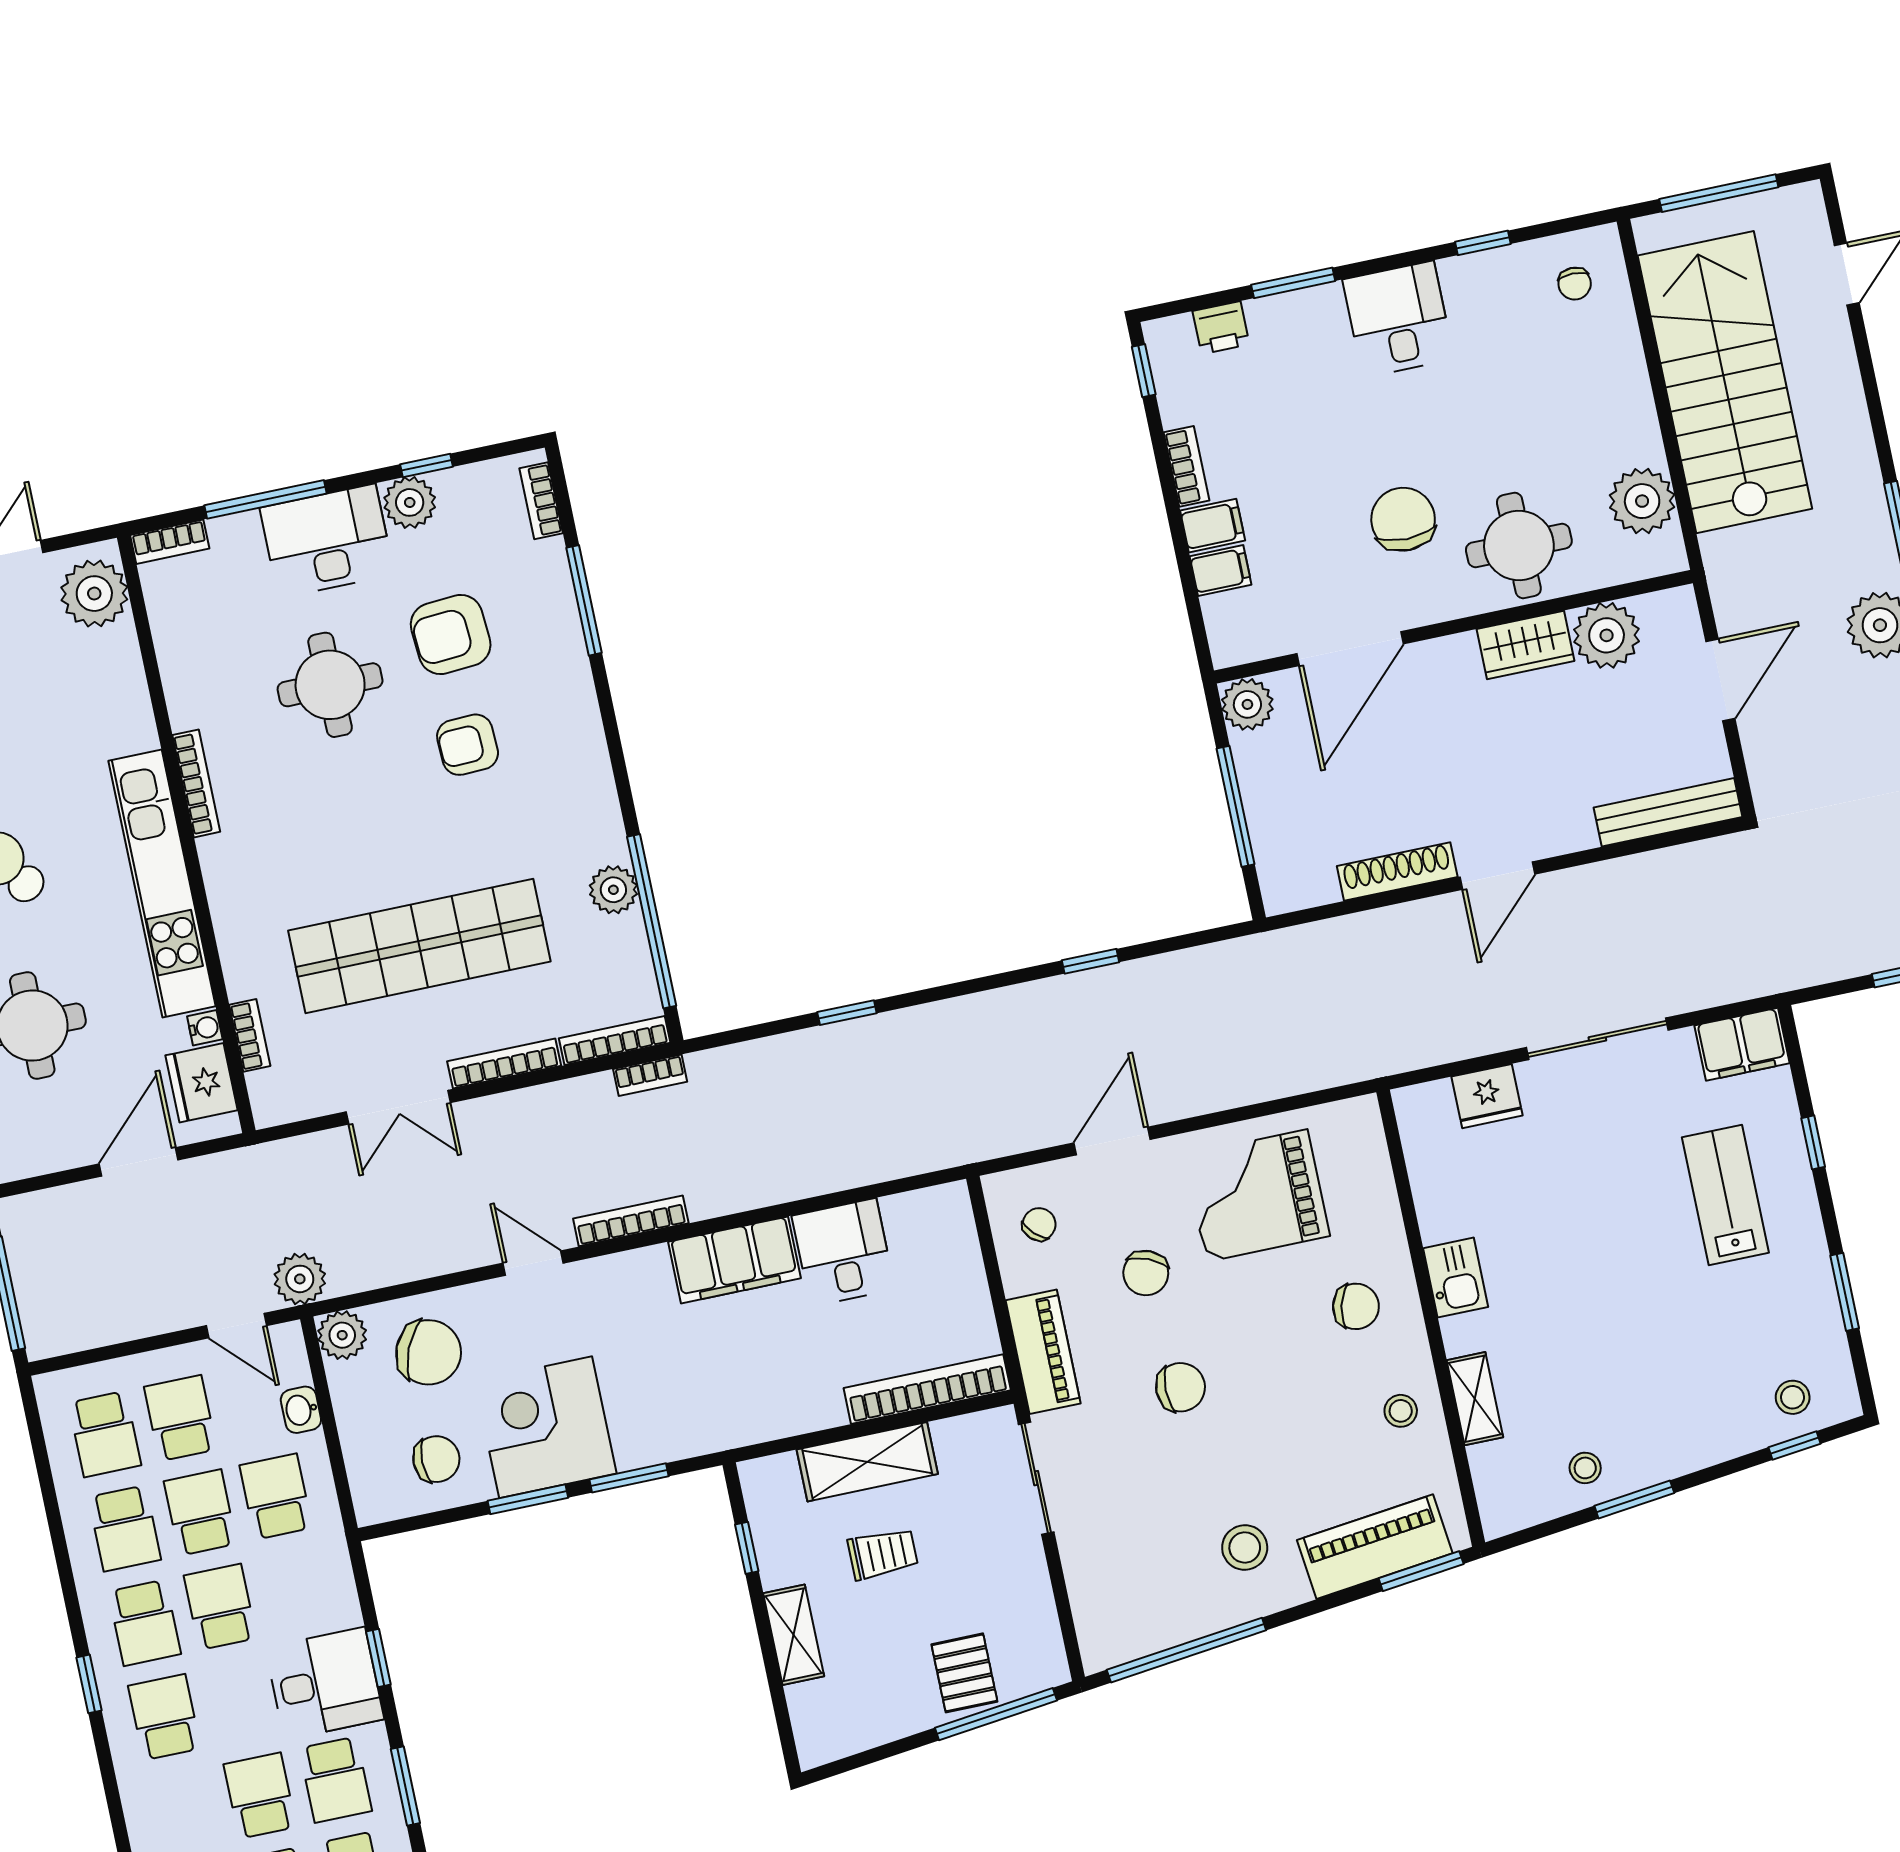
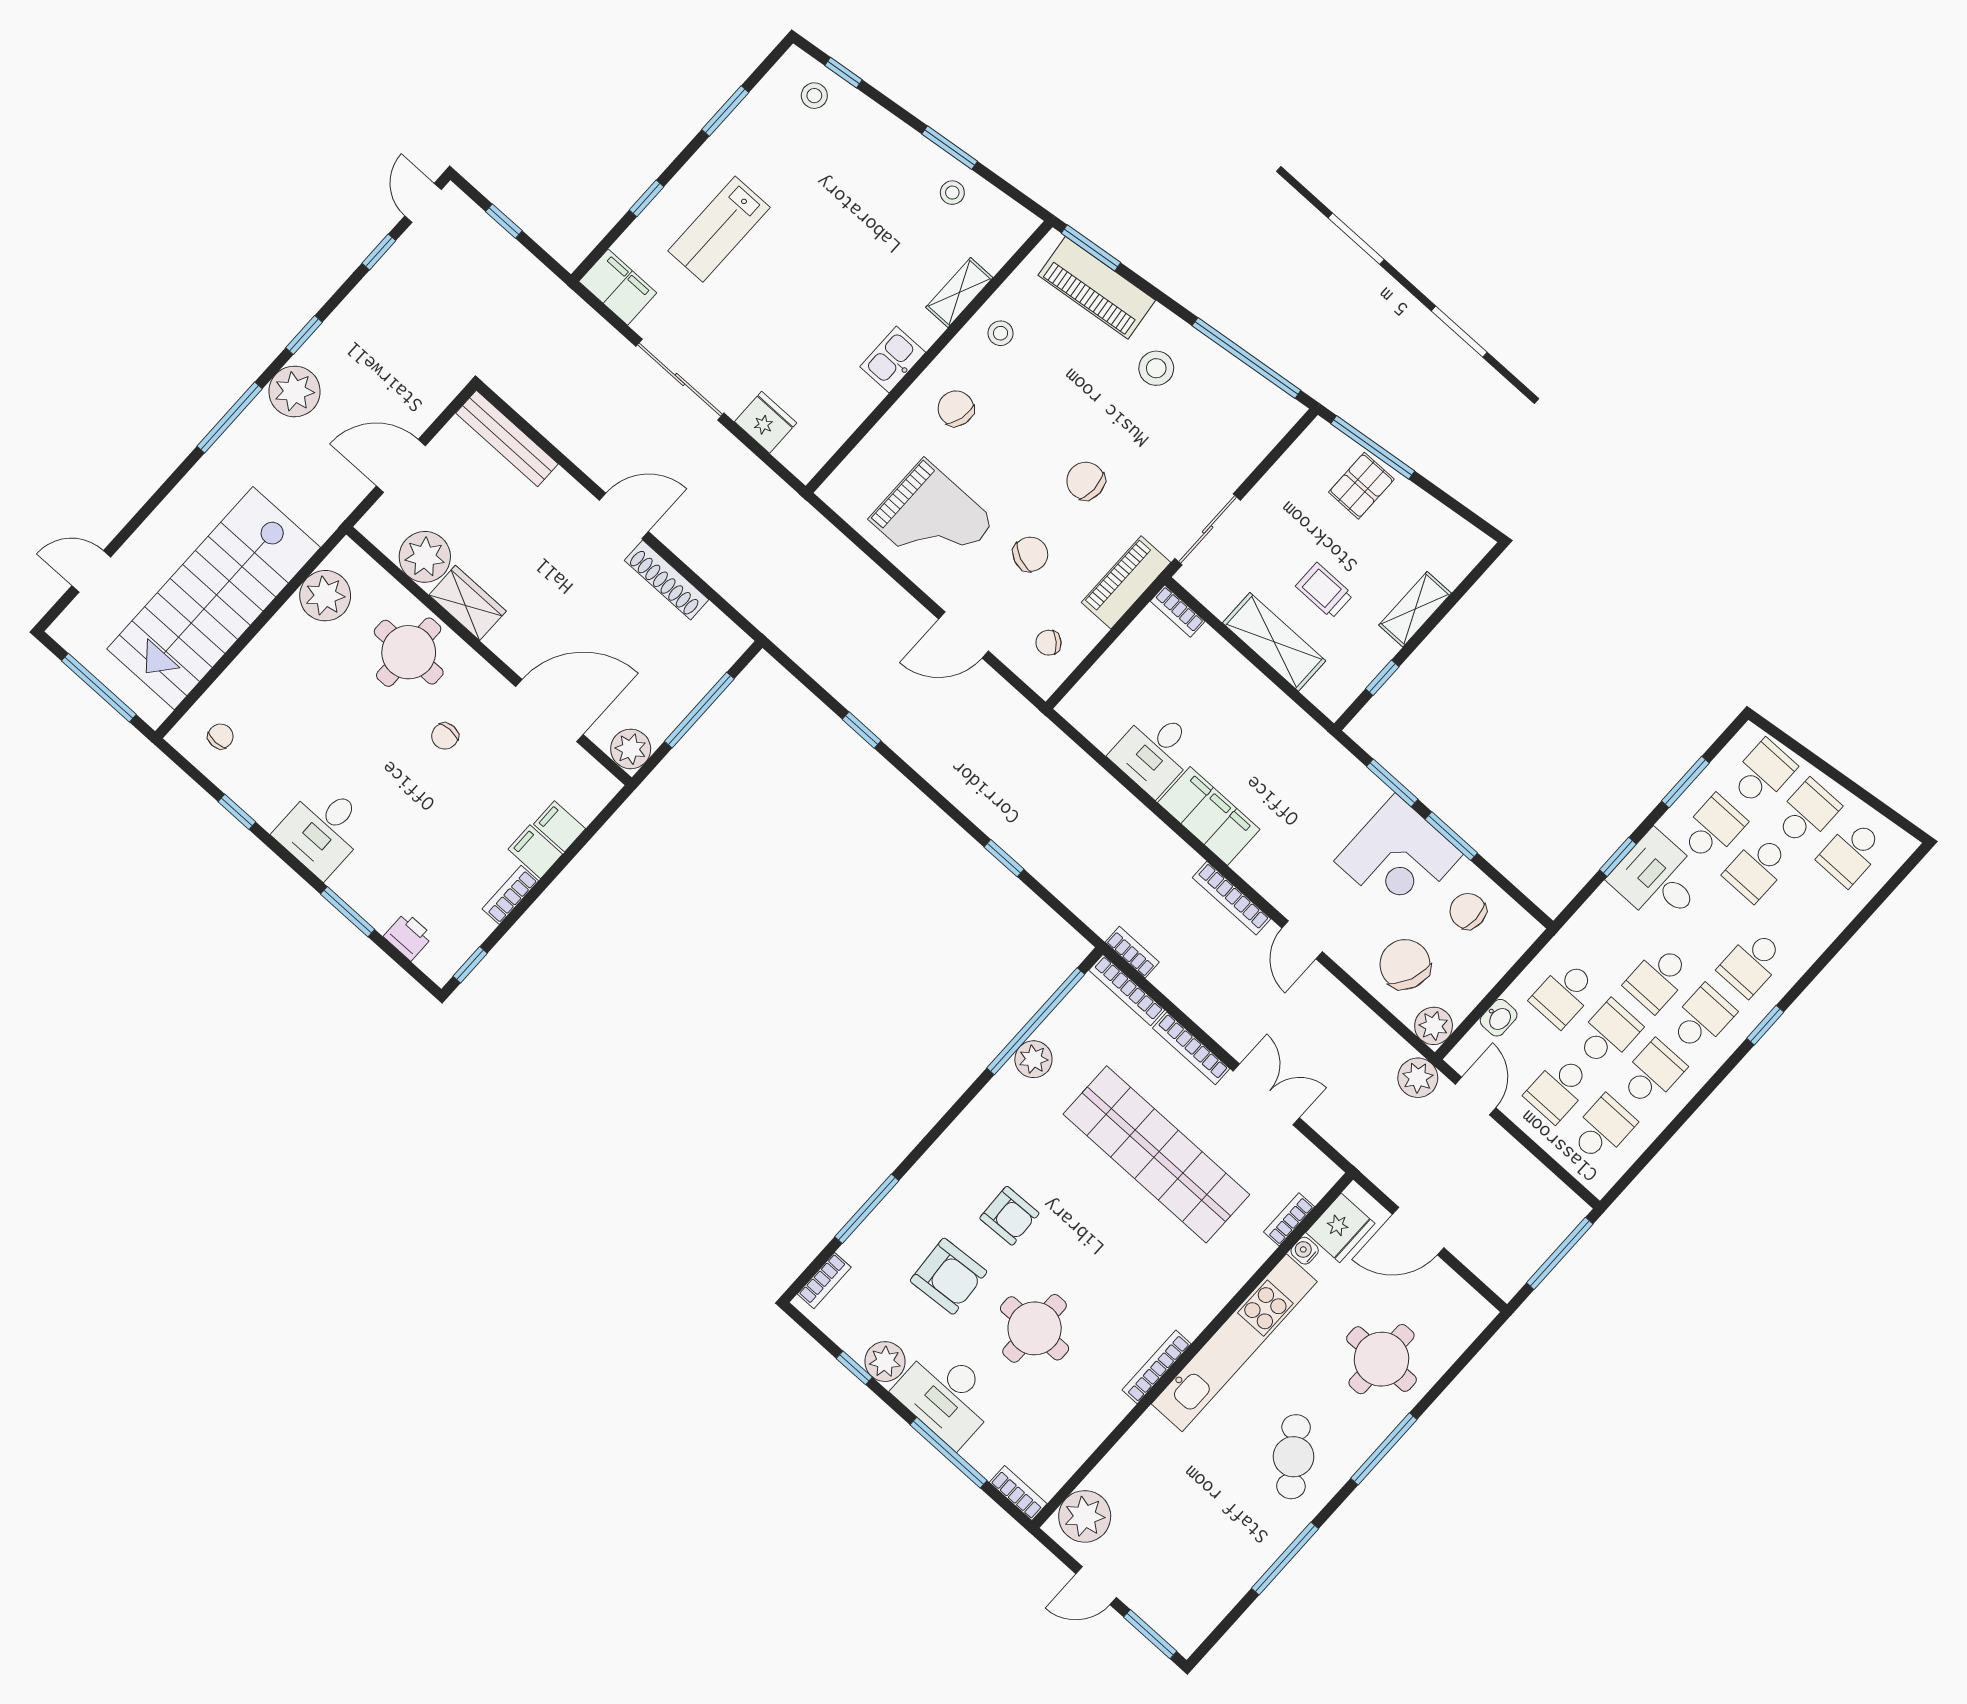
chair: (1403, 519) -> (445, 736), width x0.54, depth x0.54
bookcase: (927, 1389) -> (1178, 611), width x0.43, depth x0.76
school desk: (200, 1512) -> (1608, 1034), turned 180

